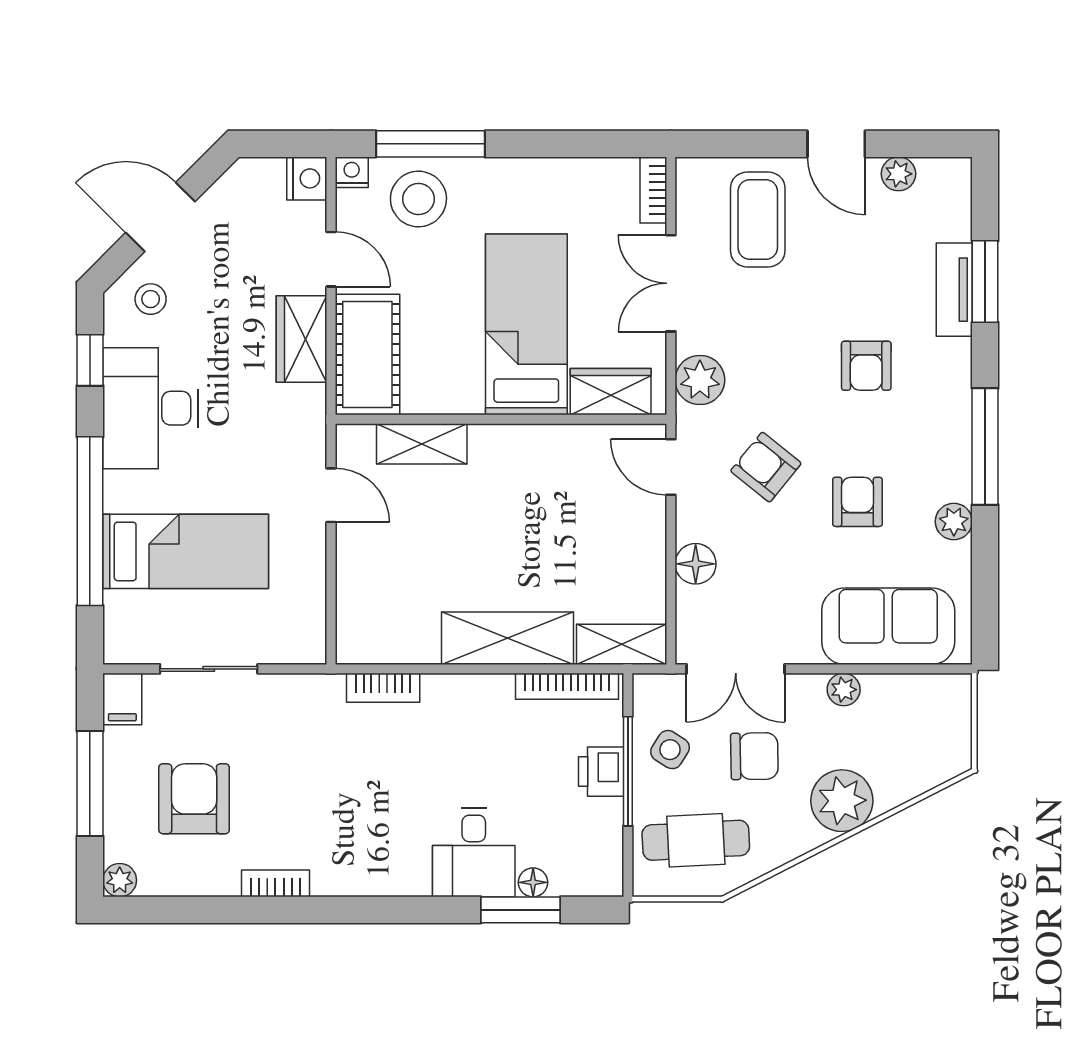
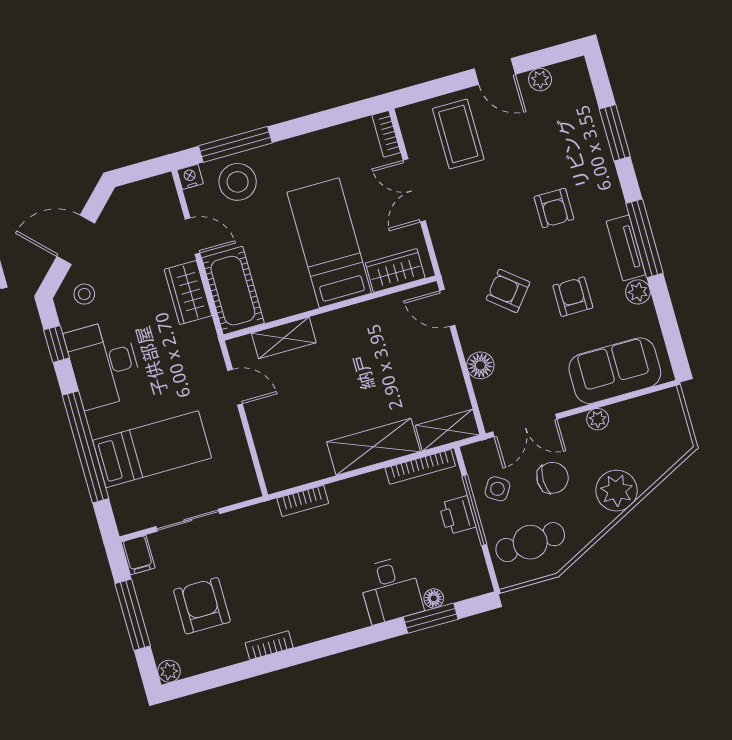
nightstand: (307, 178) -> (162, 189), removed
tv unit: (954, 290) -> (626, 248), moved
plant: (700, 380) -> (450, 247), removed

